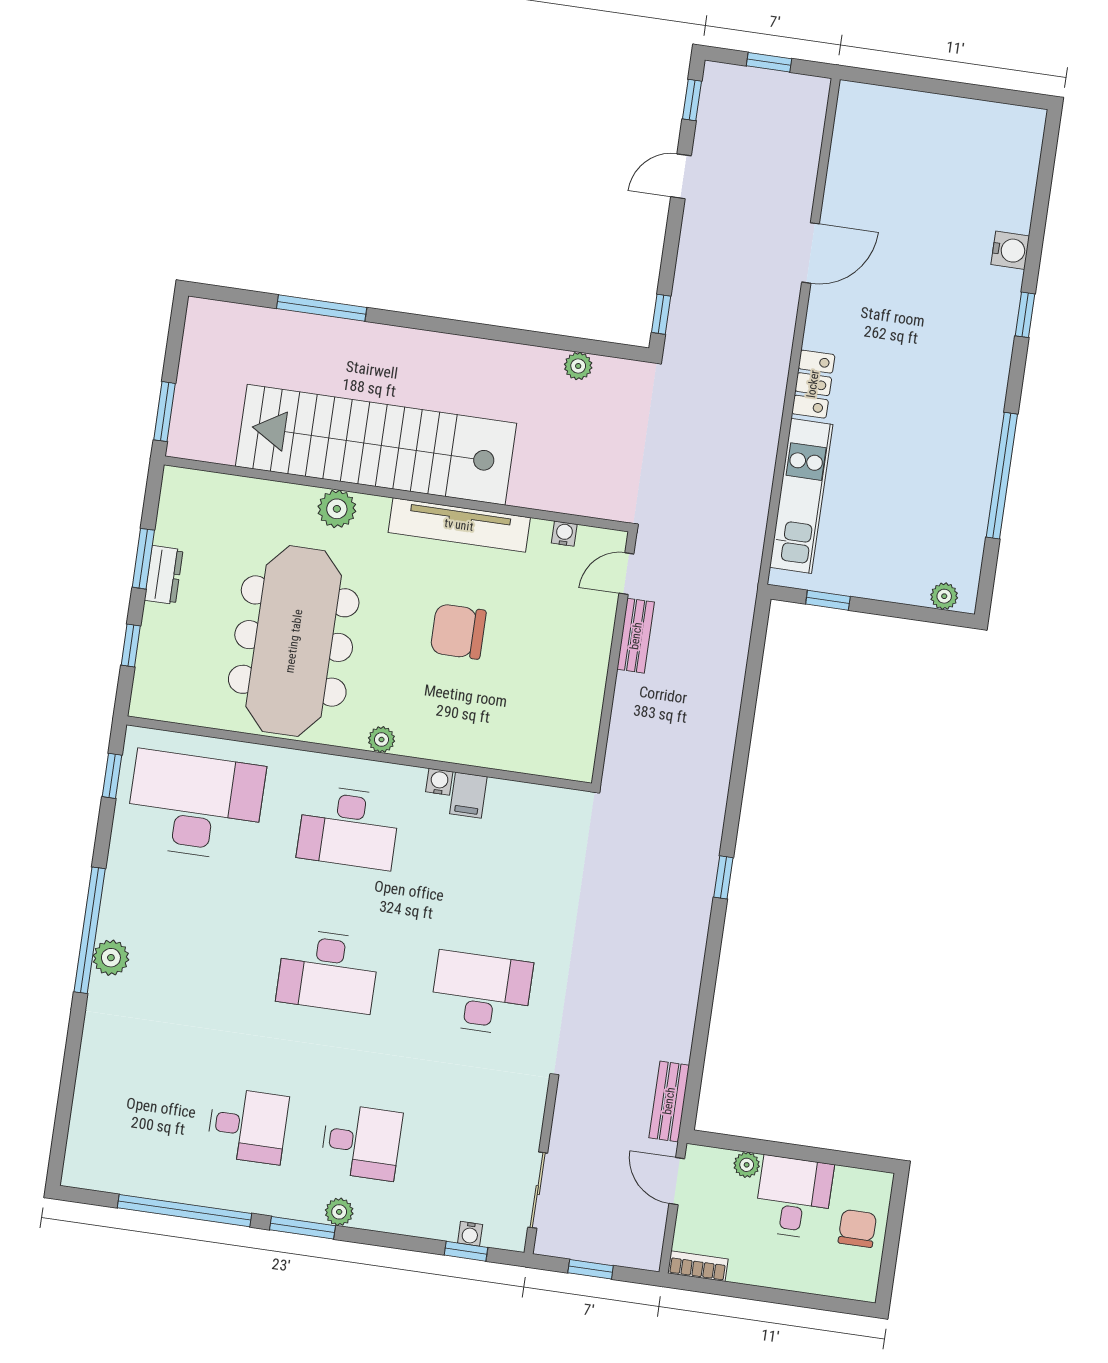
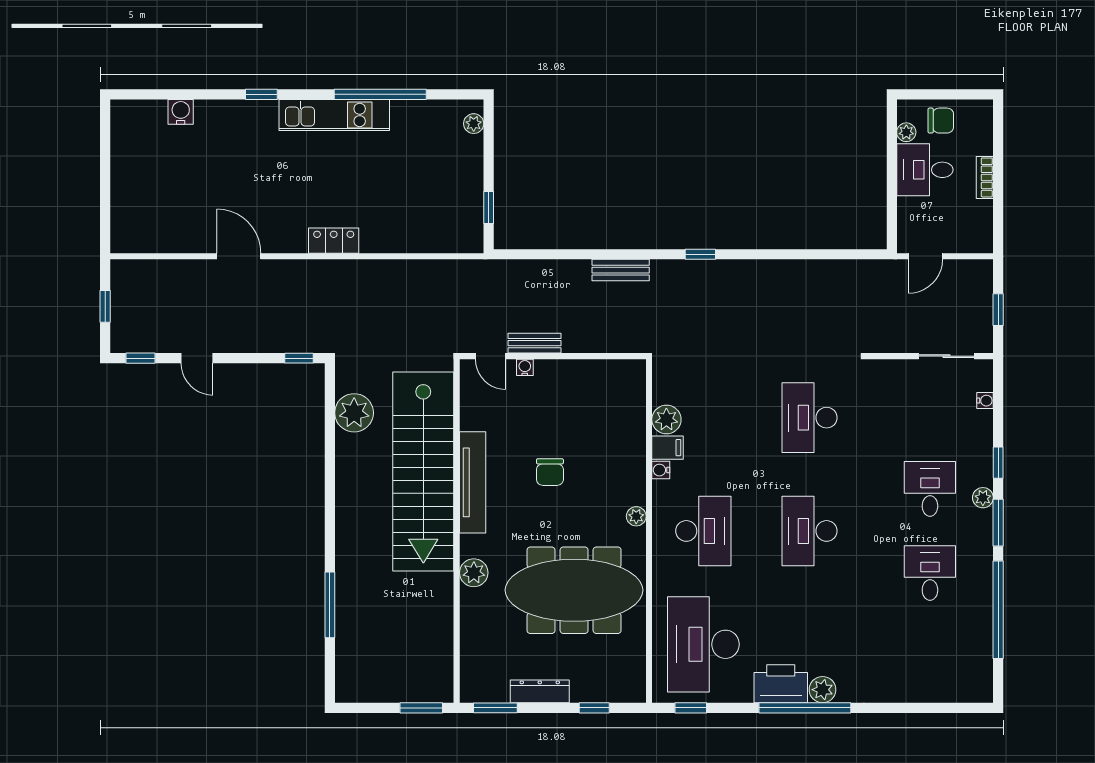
water cooler: (1010, 250) -> (181, 112), moved
plant: (578, 366) -> (354, 413), width x1.88, depth x1.88
stairs: (376, 445) -> (423, 471), moved
kitchen unit: (801, 496) -> (334, 115), moved, turned 180
water cooler: (564, 534) -> (525, 367), moved, turned 90
window: (143, 559) -> (495, 708), moved
dresser: (164, 575) -> (540, 691), width x1.44
chair: (458, 631) -> (550, 472), width x0.73, depth x0.73
plant: (507, 799) -> (666, 420), added
printer: (127, 902) -> (781, 684), added
desk: (328, 971) -> (809, 531), turned 180
bench: (669, 1101) -> (621, 270), moved
plant: (747, 1165) -> (906, 132), moved
chair: (857, 1228) -> (941, 121), turned 180
window: (466, 1251) -> (998, 463), moved
bookcase: (698, 1266) -> (985, 177), moved

